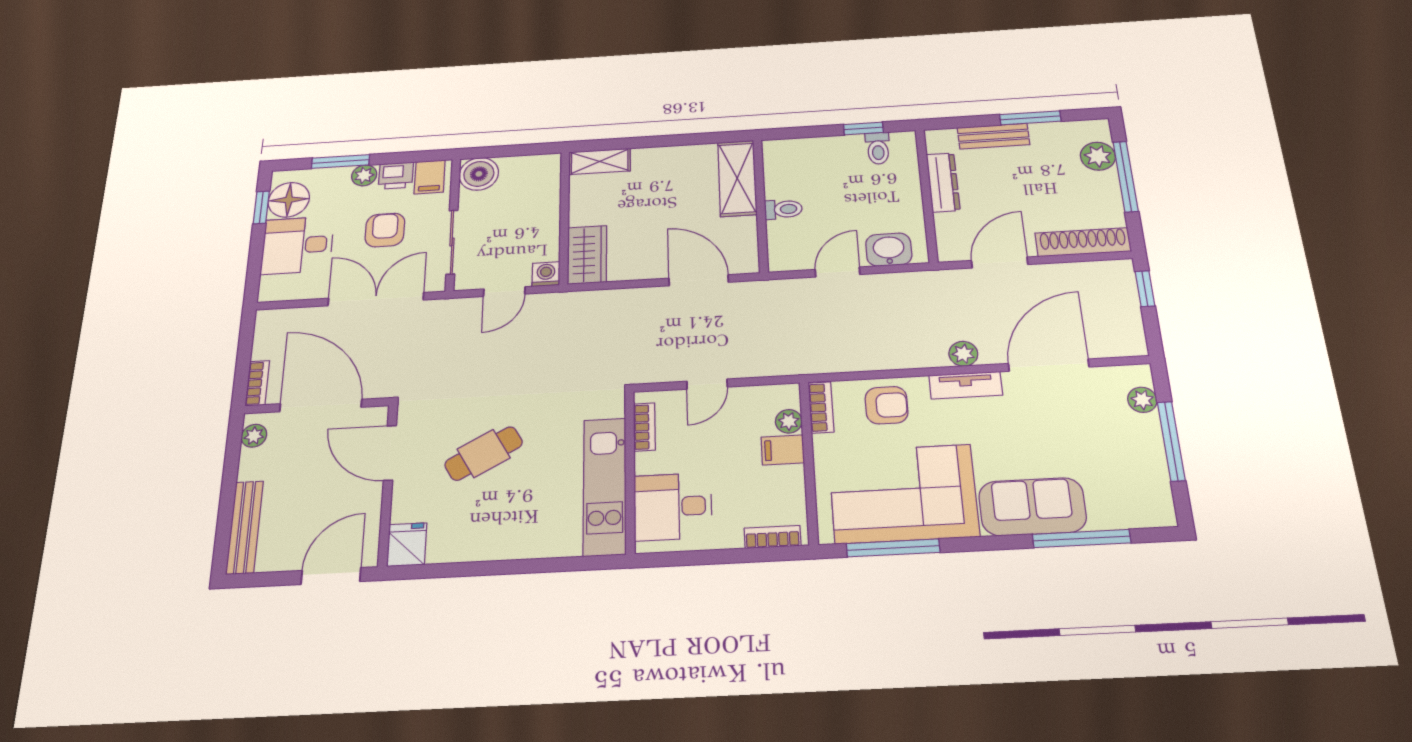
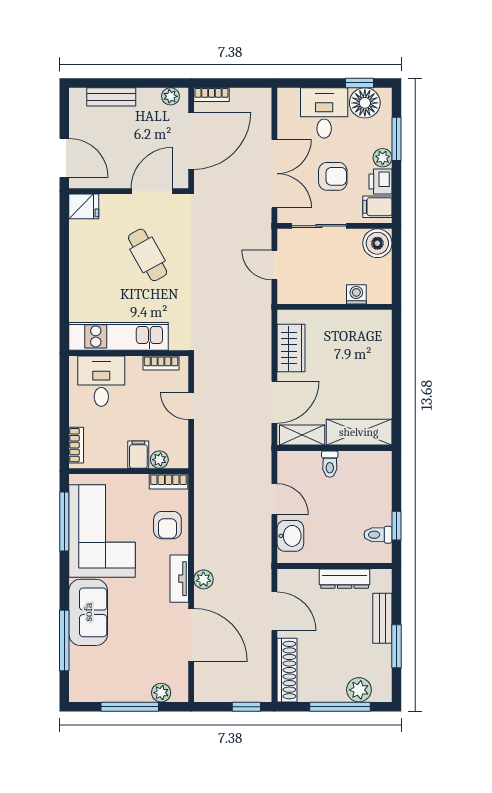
shelving: (600, 161) -> (302, 435), moved, turned 90
wardrobe: (587, 255) -> (291, 348), moved, turned -90
washing machine: (546, 274) -> (356, 294), moved, turned -90
bench: (245, 527) -> (111, 97), width x0.73

